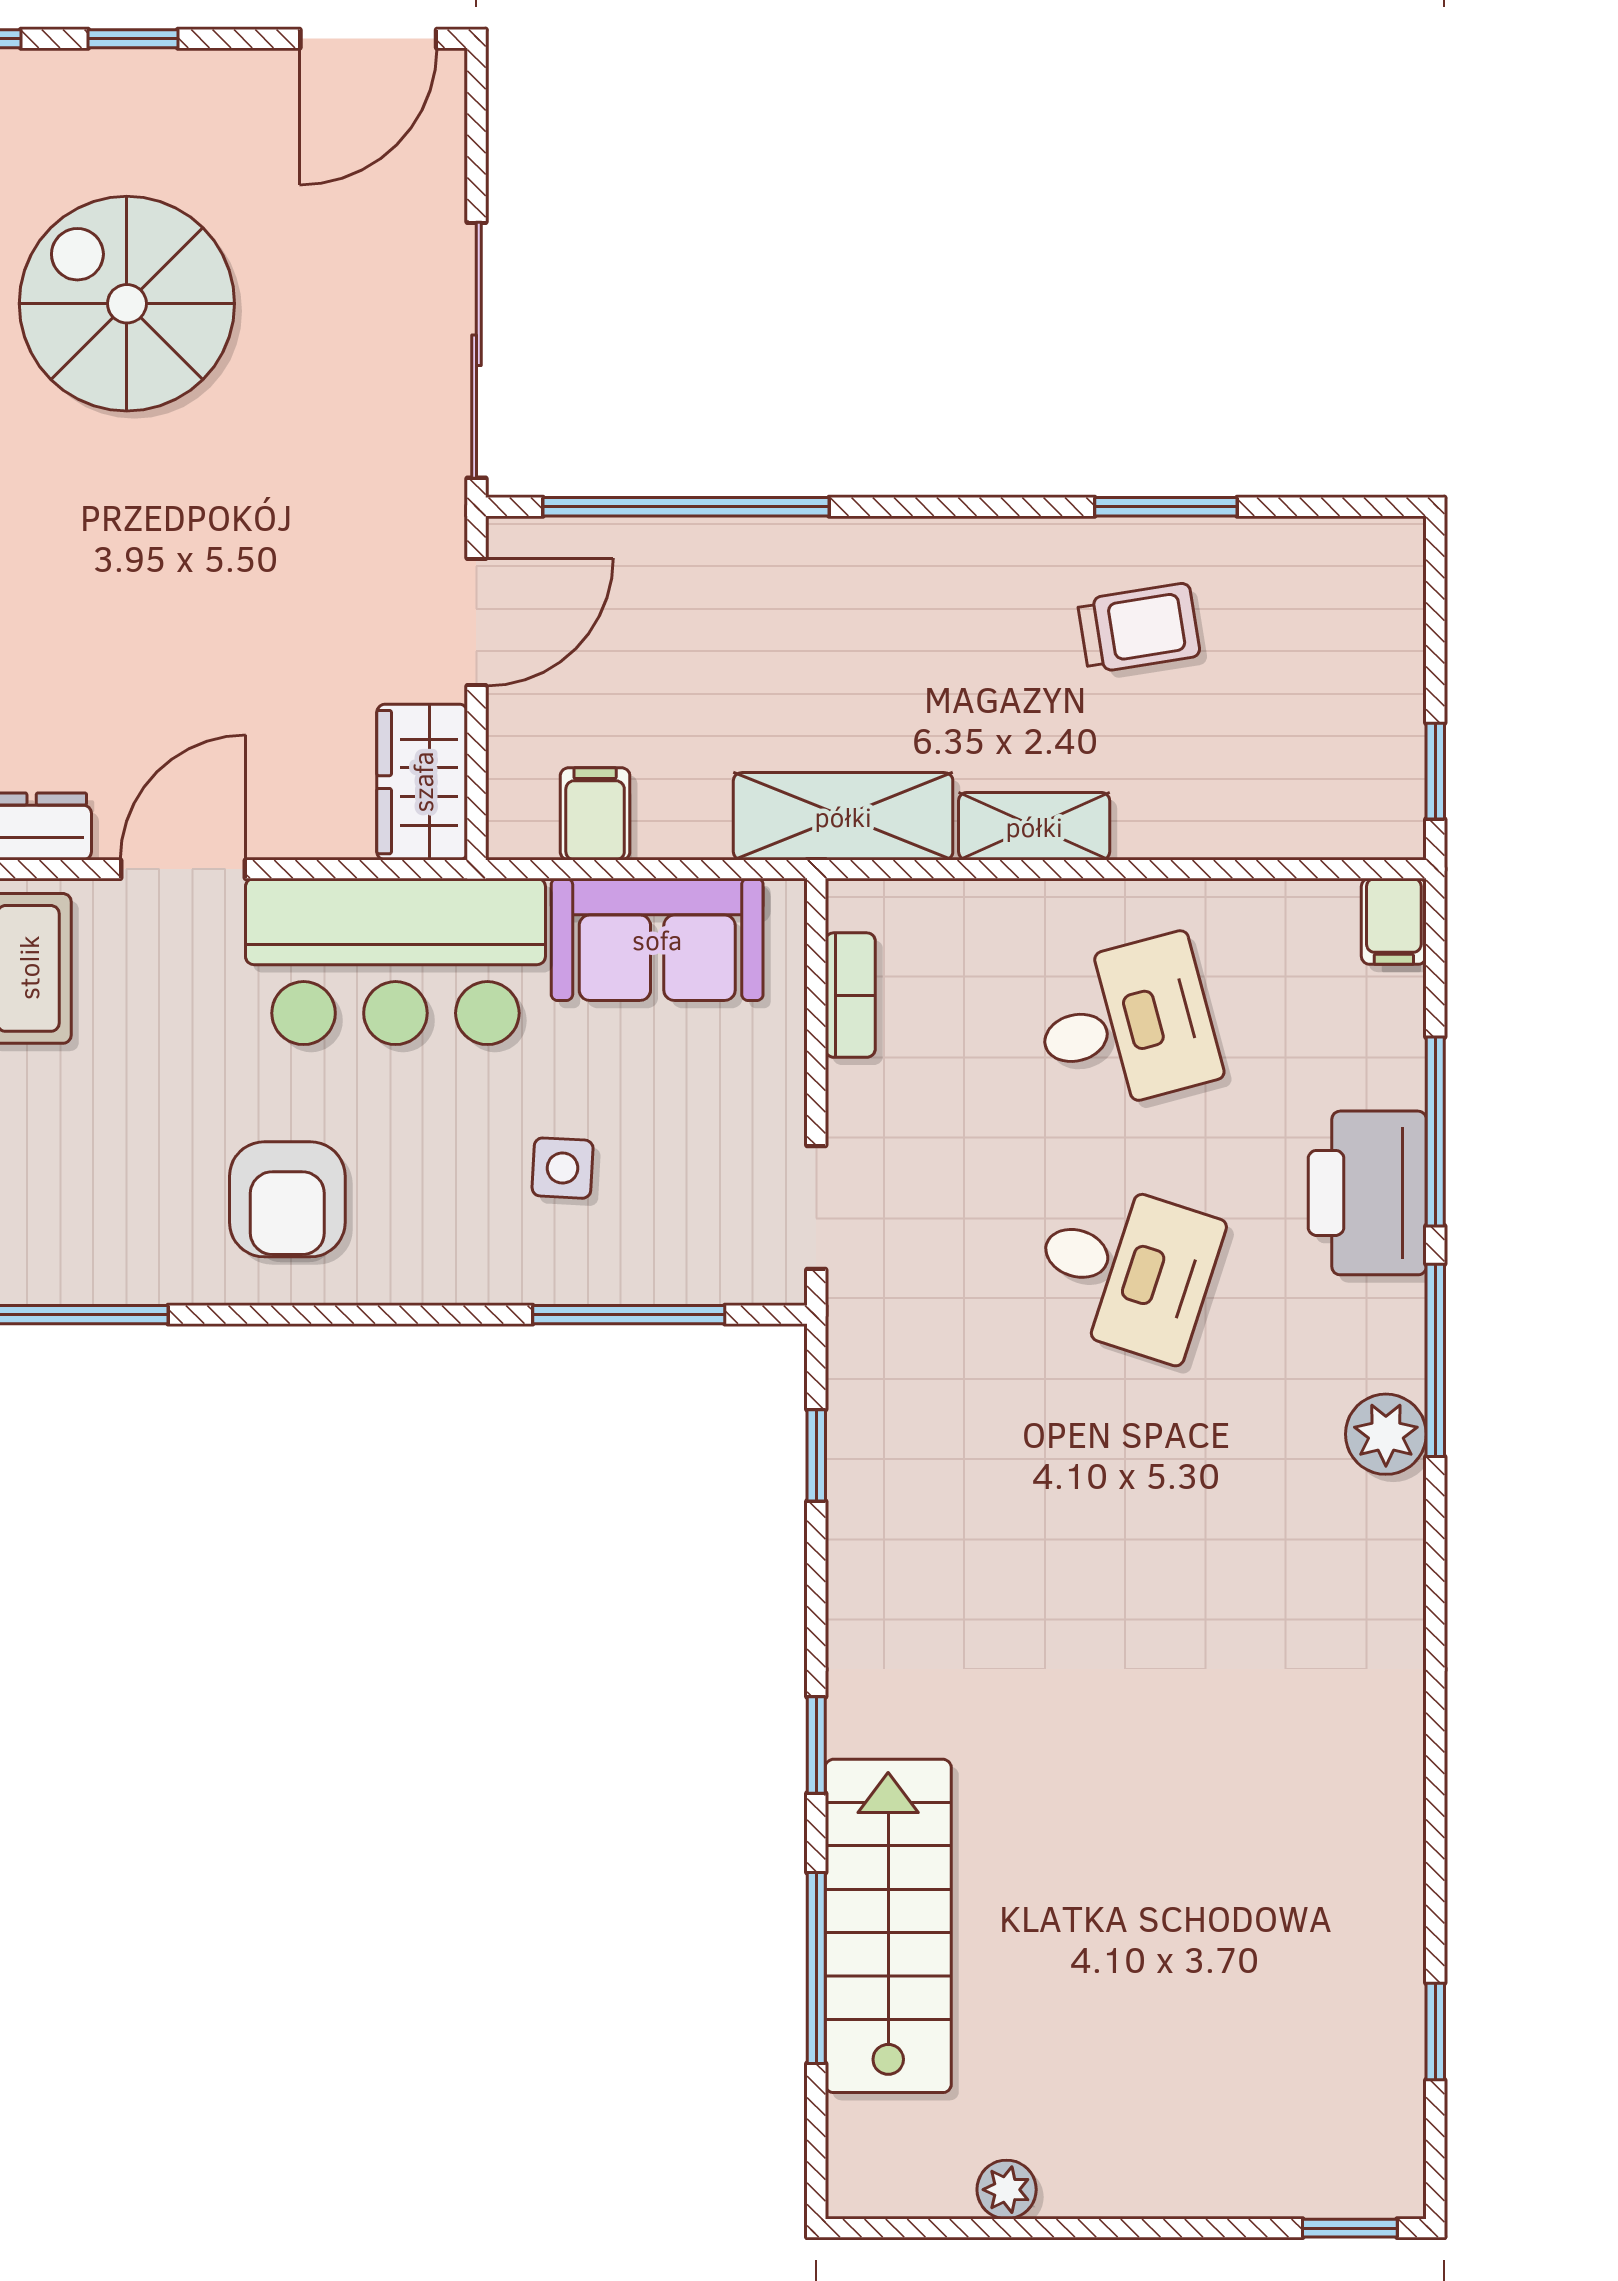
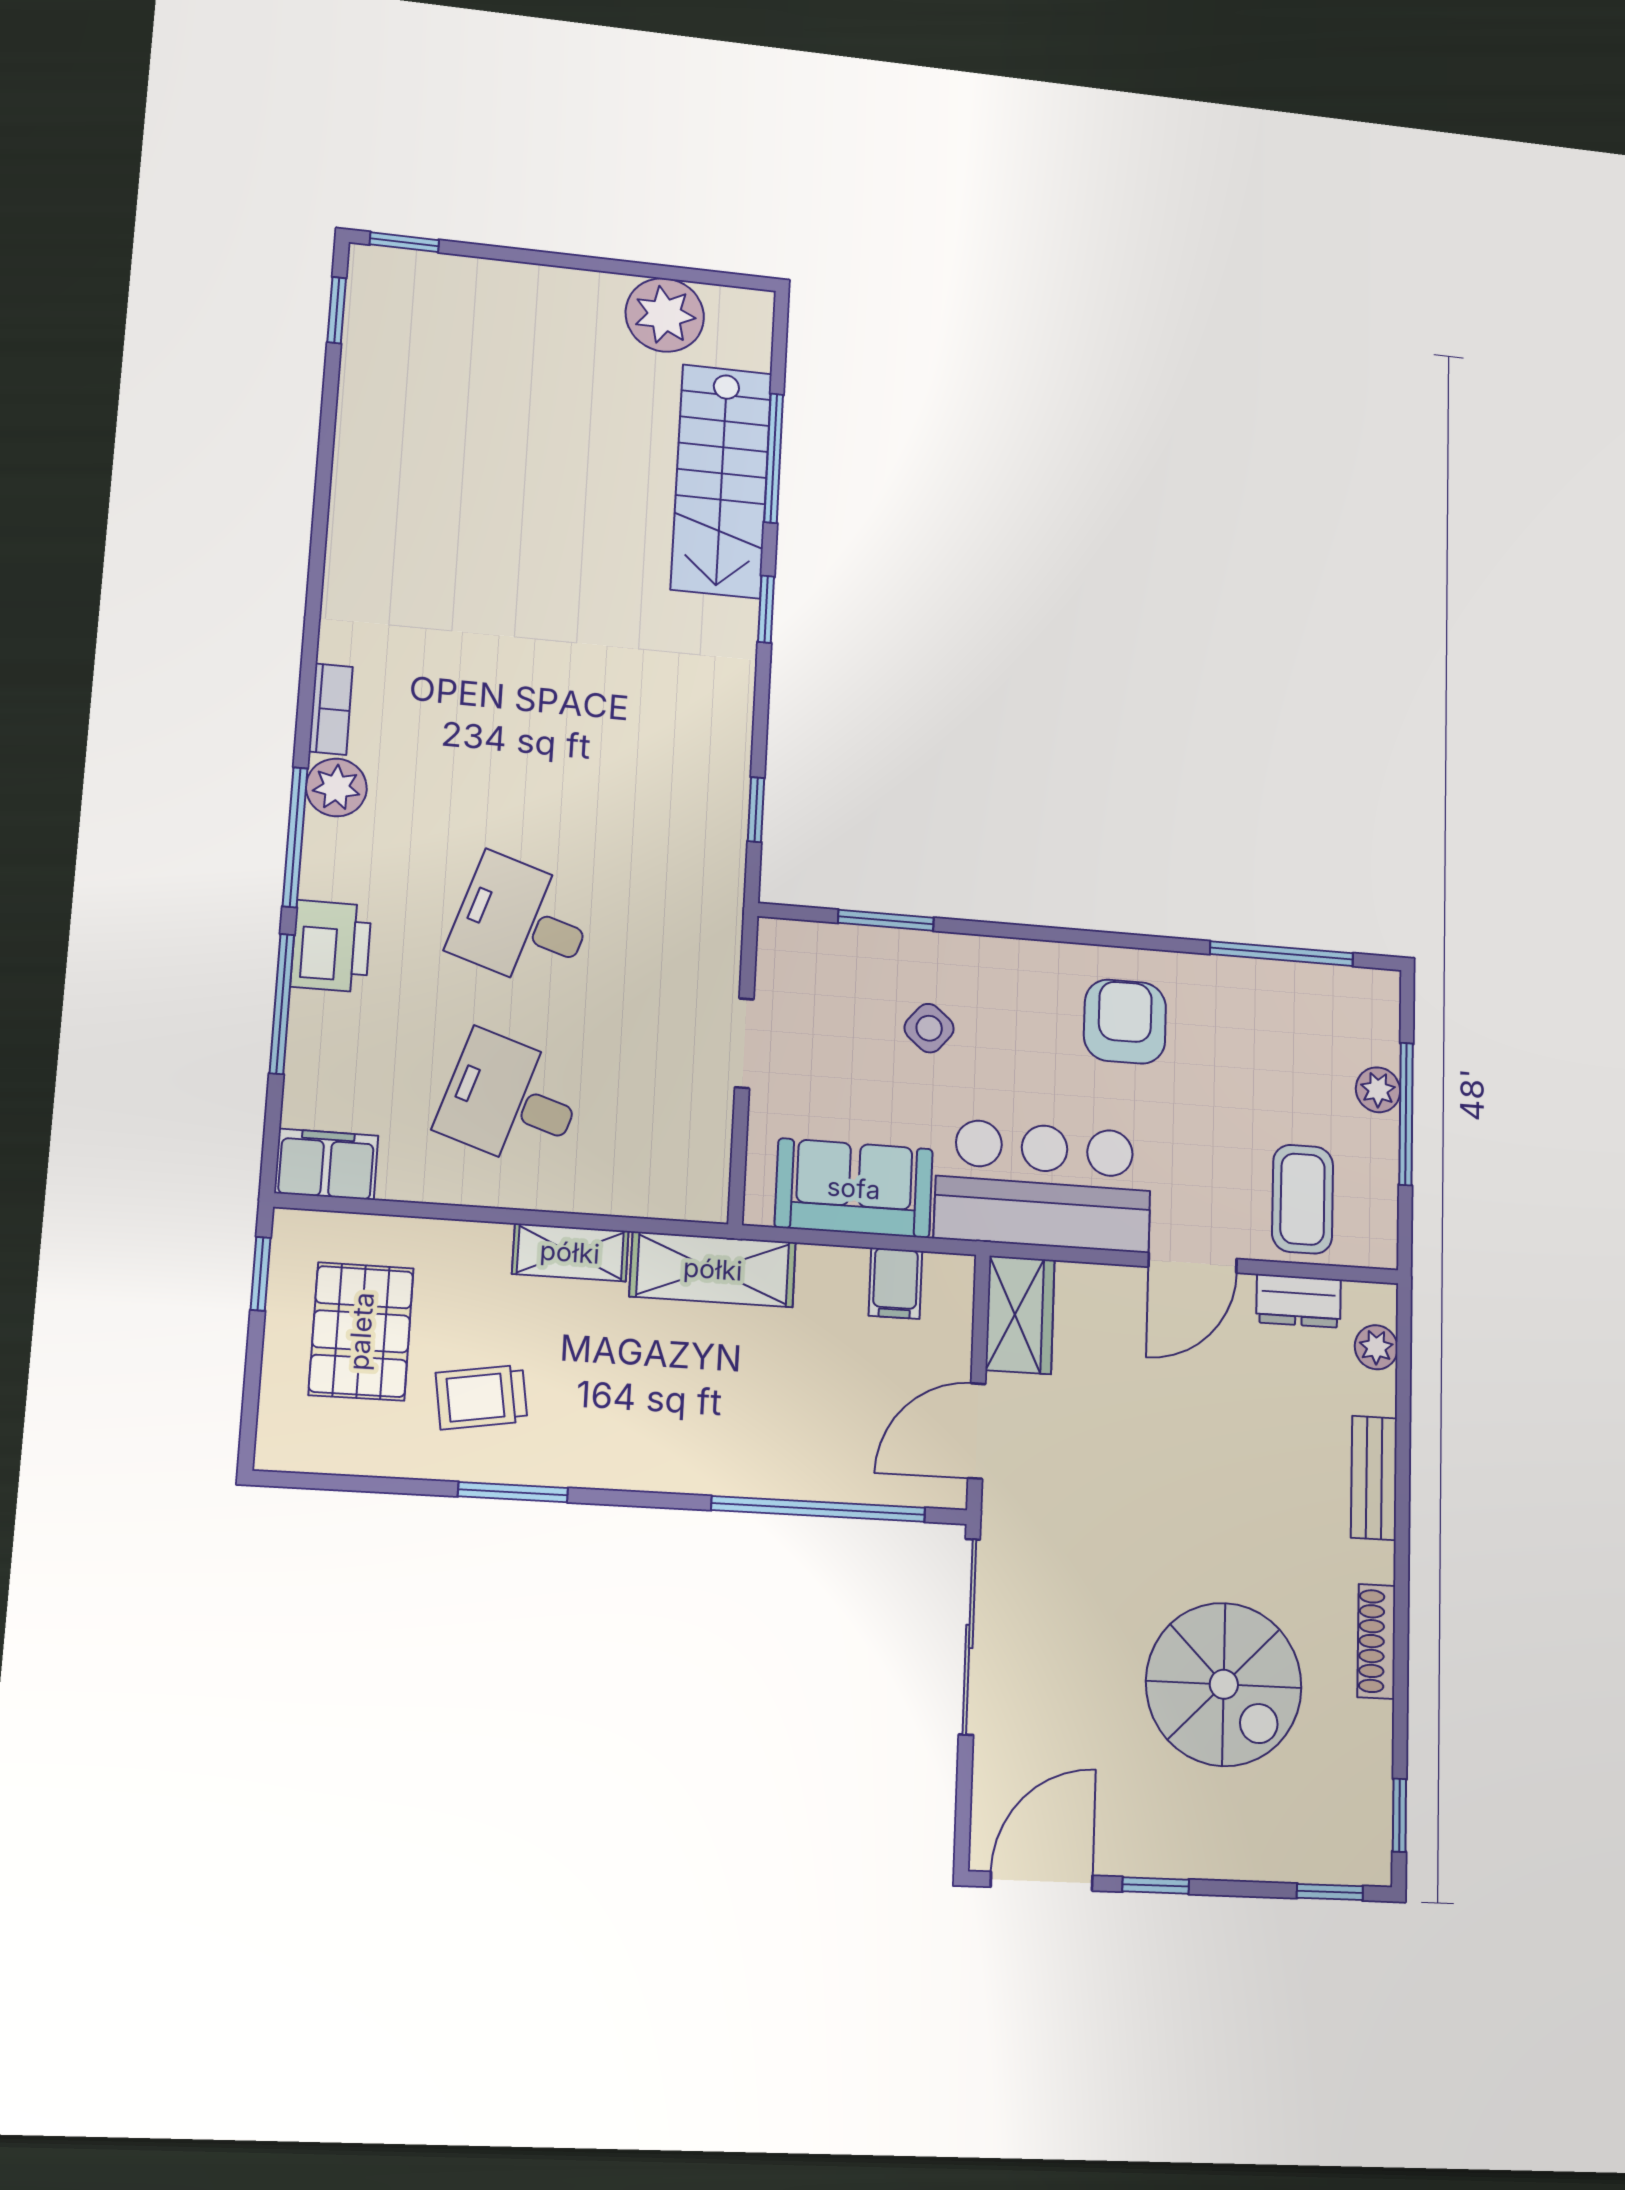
window: (133, 39) -> (1156, 1886), moved
window: (1166, 507) -> (513, 1492), moved
pallet: (1301, 704) -> (361, 1331), added
filing cabinet: (1394, 921) -> (326, 1164), width x2.00
bookcase: (850, 995) -> (331, 709), moved, turned 180
desk: (1126, 1025) -> (511, 1101), turned 33
side table: (563, 1168) -> (929, 1028), turned 37
printer: (1367, 1193) -> (331, 946), width x0.73, depth x0.84
doorway: (816, 1208) -> (744, 1043), moved
window: (629, 1315) -> (886, 920), width x0.69
window: (1435, 2031) -> (337, 310), moved
plant: (1007, 2190) -> (665, 315), width x1.88, depth x1.88

